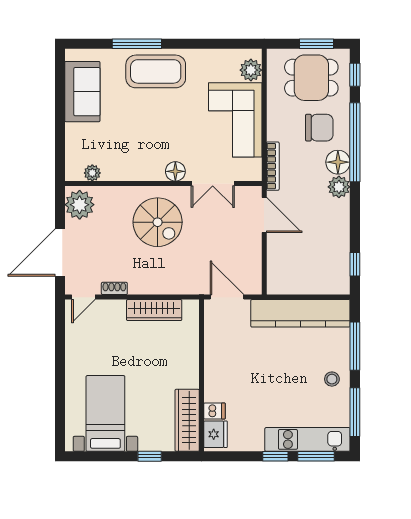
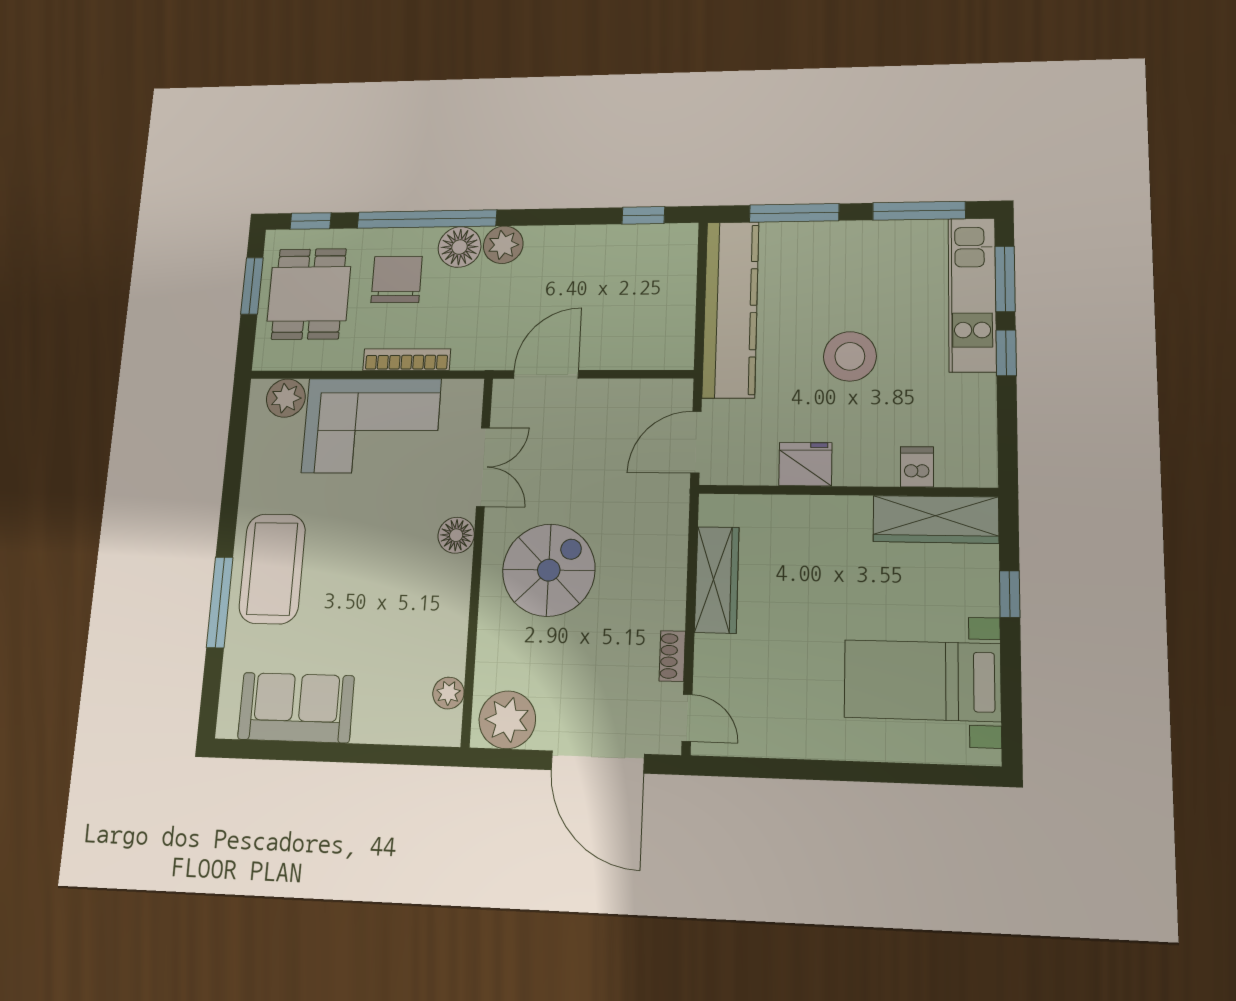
bookcase: (273, 166) -> (407, 360), moved
stool: (332, 379) -> (850, 356), moved, width x1.89, depth x1.89
fridge: (215, 434) -> (805, 464), moved

